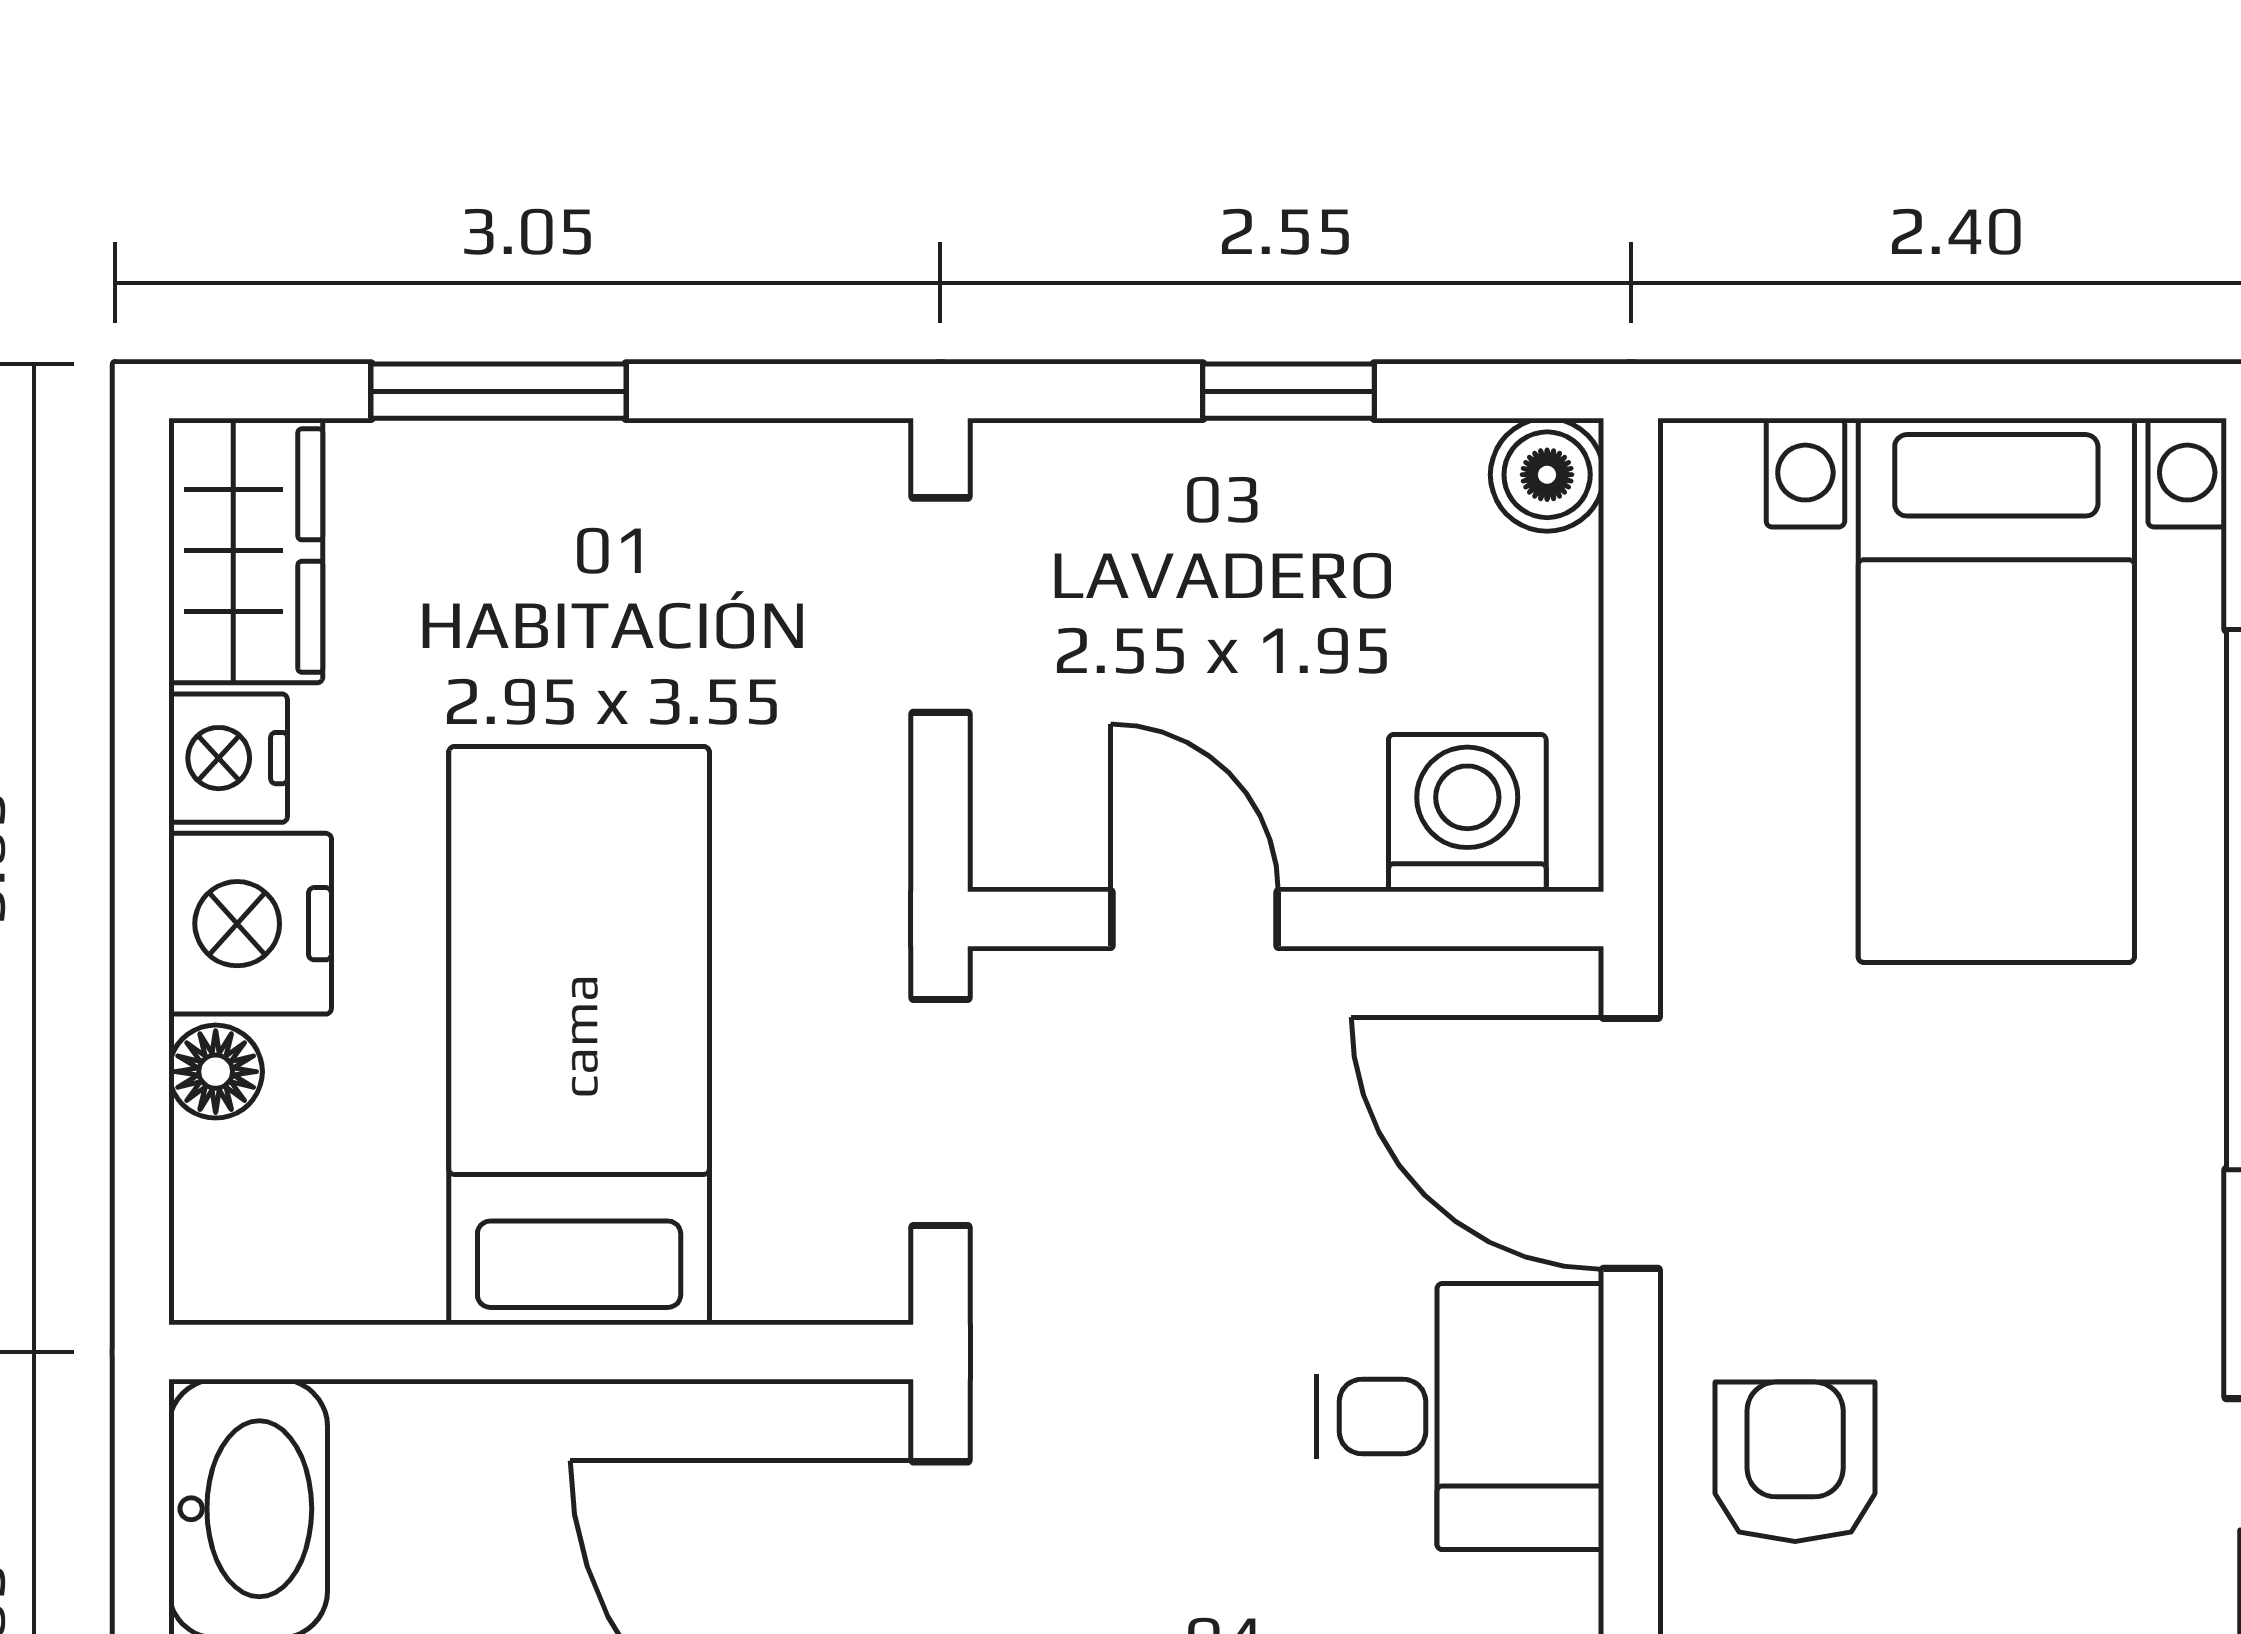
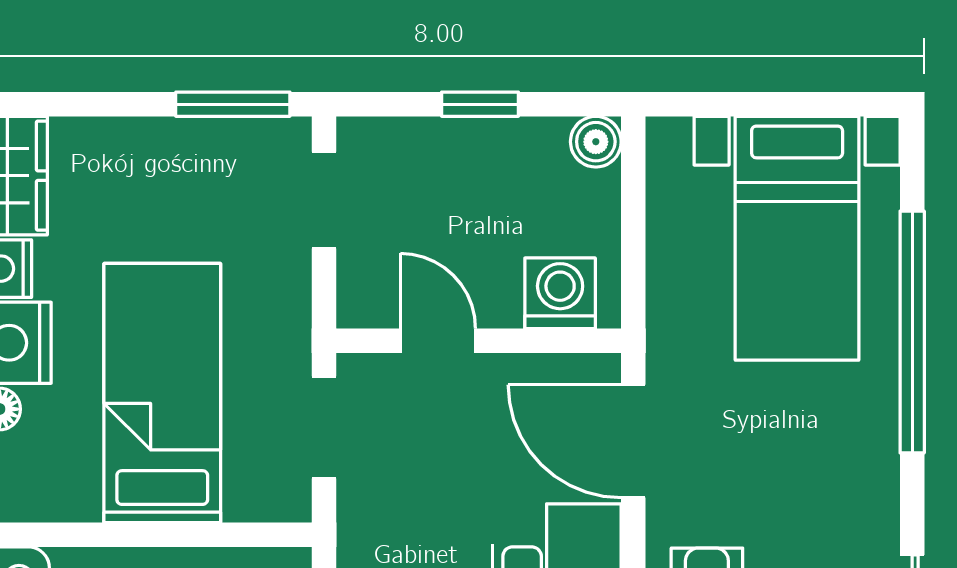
window: (498, 391) -> (233, 104), moved

